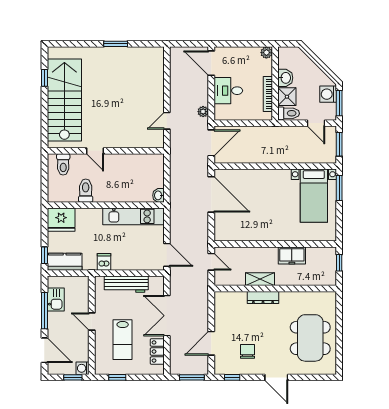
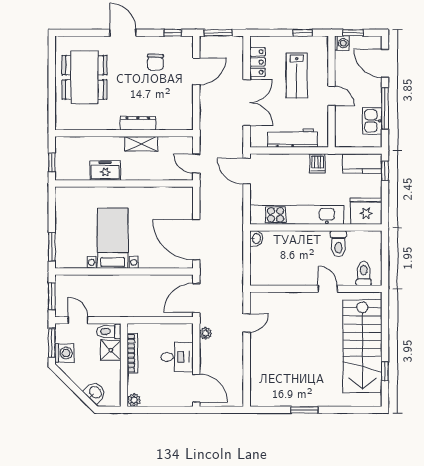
washbasin: (285, 78) -> (95, 393), moved, turned 135
bed with nightstands: (314, 196) -> (113, 238), moved
kitchen unit: (133, 216) -> (297, 215), width x1.36
lab bench: (123, 340) -> (297, 75), turned 180

